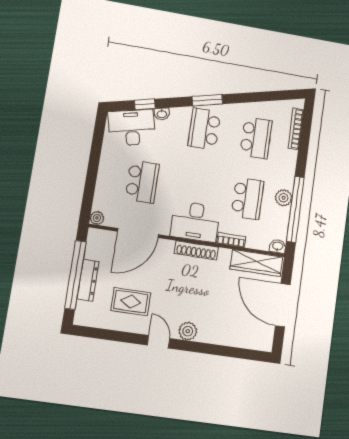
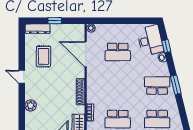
desk: (195, 222) -> (98, 88), removed
window: (75, 275) -> (55, 21), width x0.32
dresser: (88, 280) -> (38, 29), moved
plant: (188, 331) -> (31, 106), moved
door: (159, 342) -> (22, 77), swing flipped

